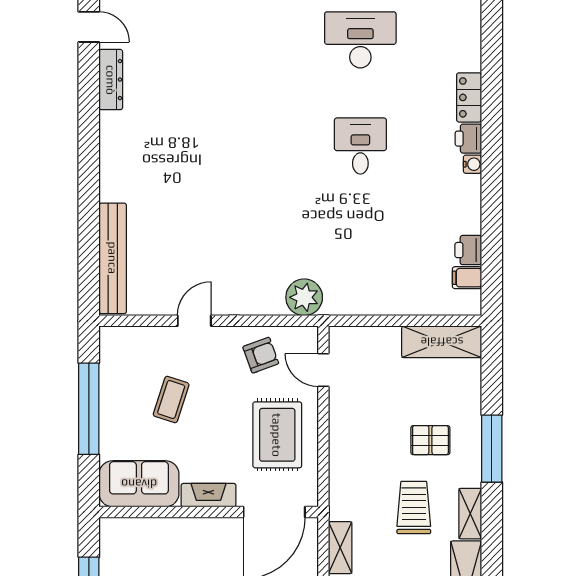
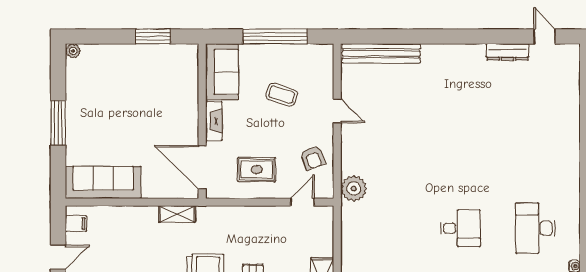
door: (89, 27) -> (545, 36), swing flipped
desk: (360, 40) -> (535, 228), turned 180
rug: (277, 435) -> (257, 170), width x0.73, depth x0.70

